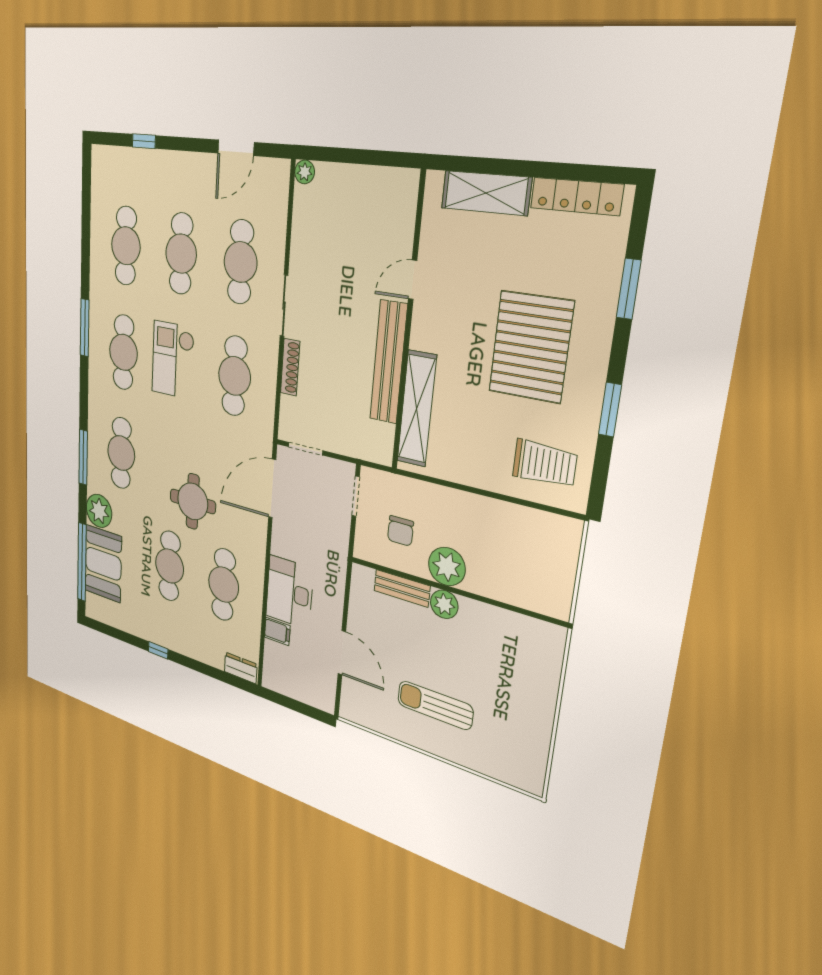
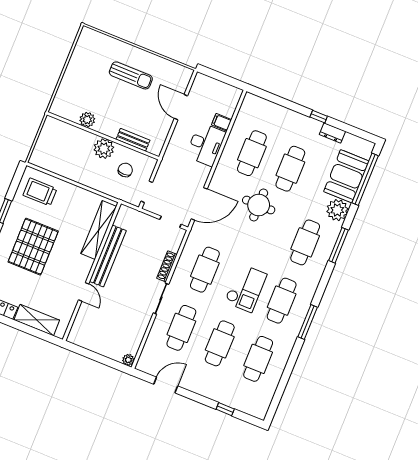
door: (413, 280) -> (84, 292), hinge flipped
plant: (444, 604) -> (87, 120), moved
dresser: (241, 668) -> (332, 133), moved

